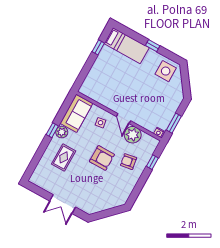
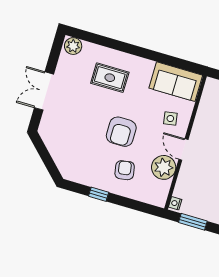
door: (123, 119) -> (183, 149), hinge flipped
window: (52, 130) -> (145, 53), removed
plant: (62, 132) -> (73, 46), moved
window: (152, 162) -> (99, 194), moved

